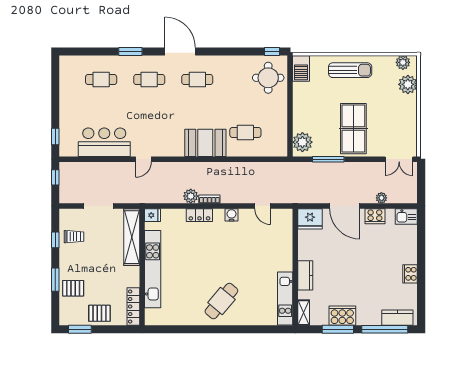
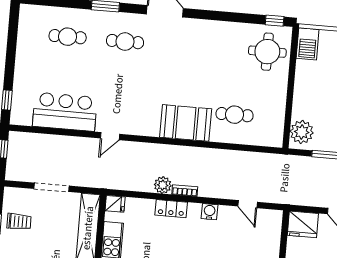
cafe table: (197, 80) -> (182, 46), removed

